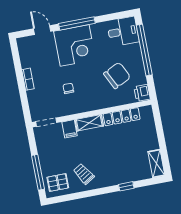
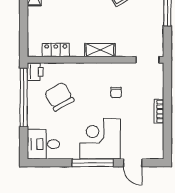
window: (144, 50) -> (24, 98), moved
chair: (117, 75) -> (59, 97), turned 86
locker: (122, 117) -> (56, 50), width x0.66
filing cabinet: (70, 129) -> (123, 47), removed

